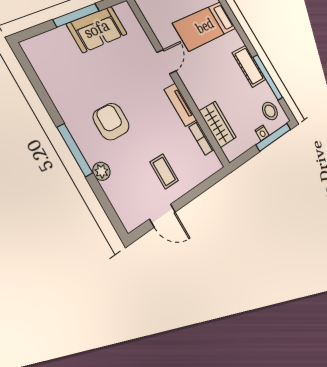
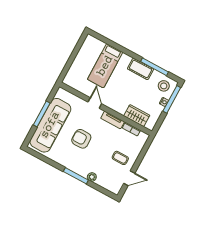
sofa: (97, 29) -> (50, 125), width x1.85, depth x1.27
armchair: (111, 122) -> (81, 139), moved

